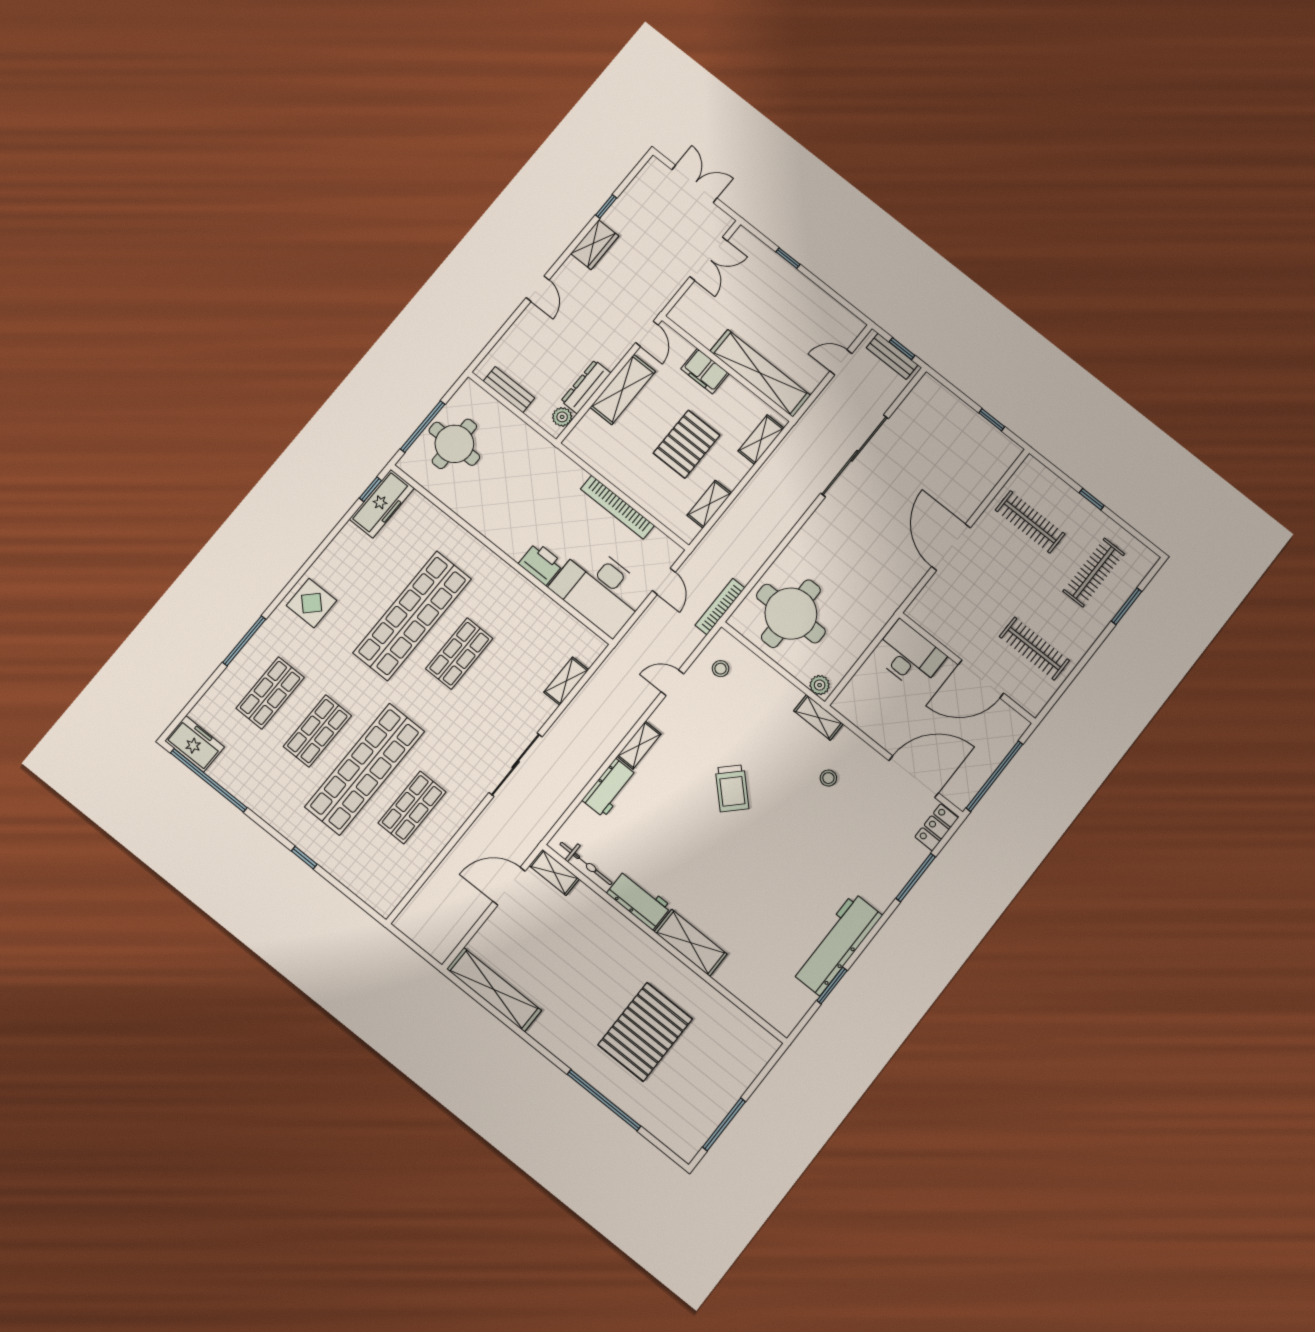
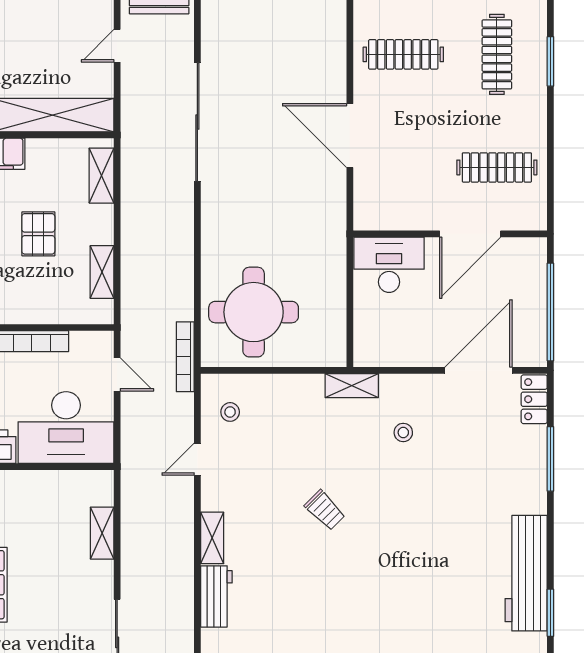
pallet: (687, 444) -> (38, 234), width x0.67, depth x0.71
plant: (820, 685) -> (330, 356), removed
trolley: (732, 788) -> (325, 510), width x0.73, depth x0.72

